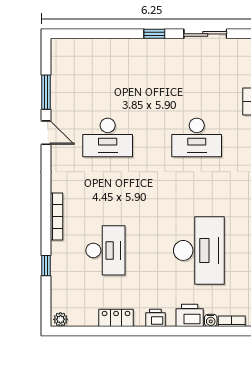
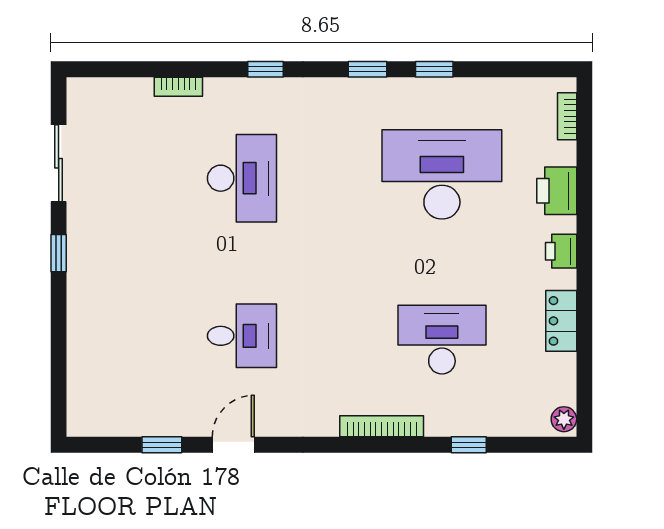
window: (46, 92) -> (162, 445), width x0.67
desk: (108, 137) -> (242, 336), width x0.73
water cooler: (211, 320) -> (566, 153), removed

